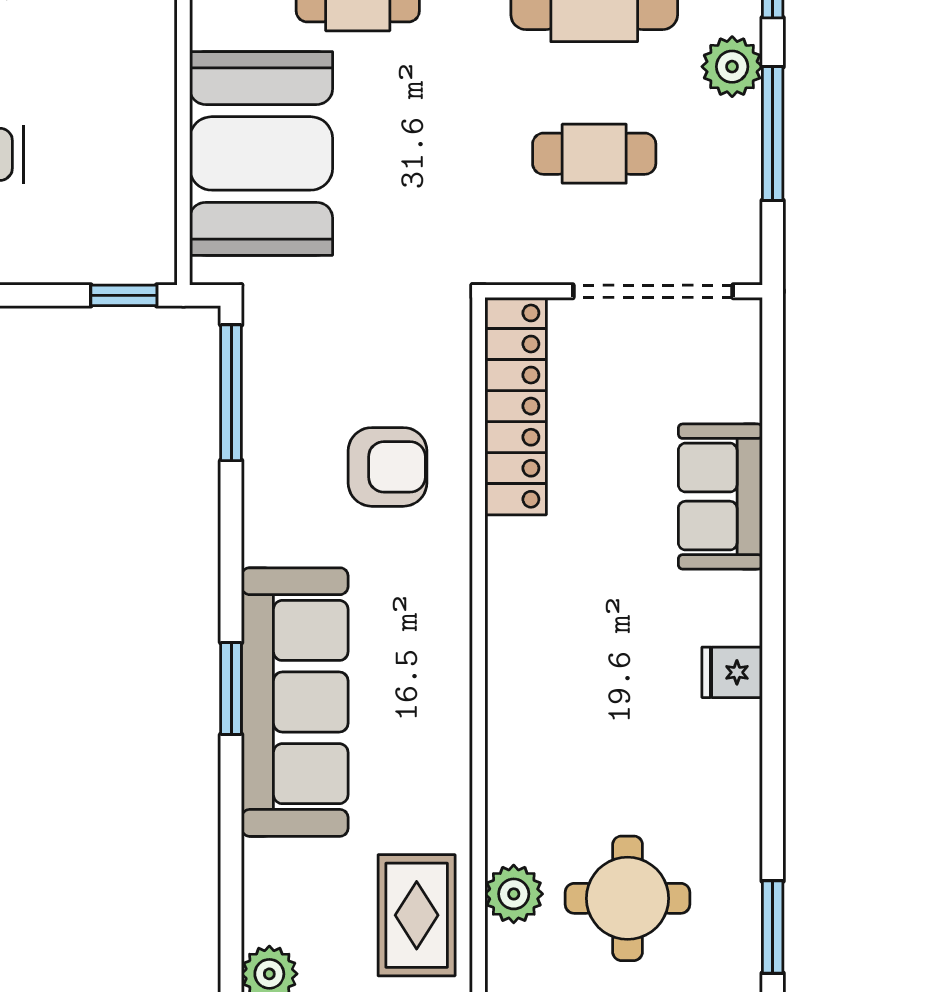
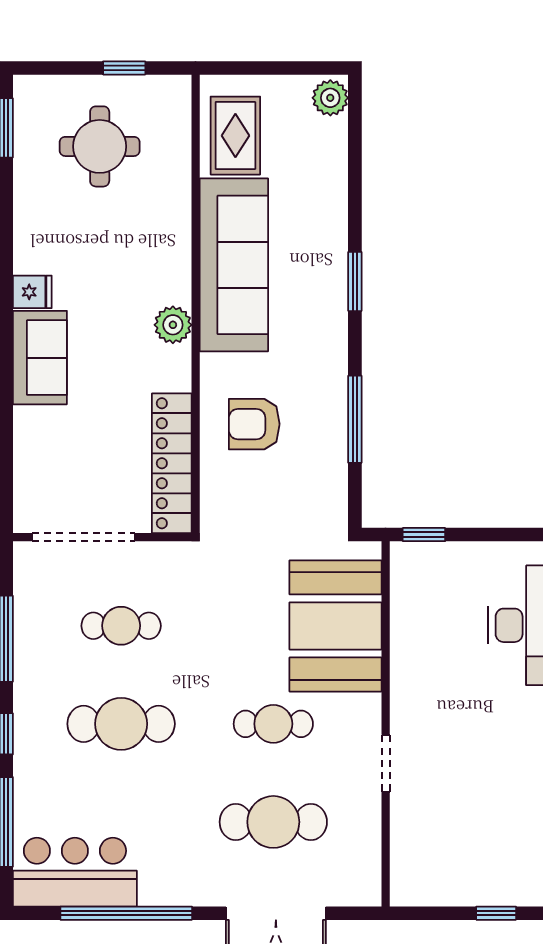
plant: (732, 67) -> (32, 682), removed
window: (231, 393) -> (355, 419), moved
sofa: (720, 497) -> (40, 358), moved
sofa: (295, 702) -> (234, 265), moved, turned 180
plant: (514, 894) -> (173, 325), moved

